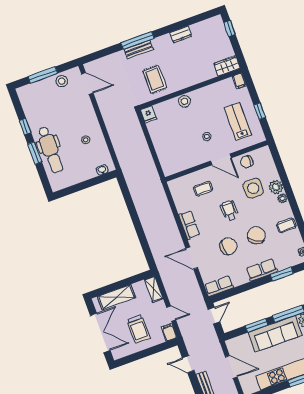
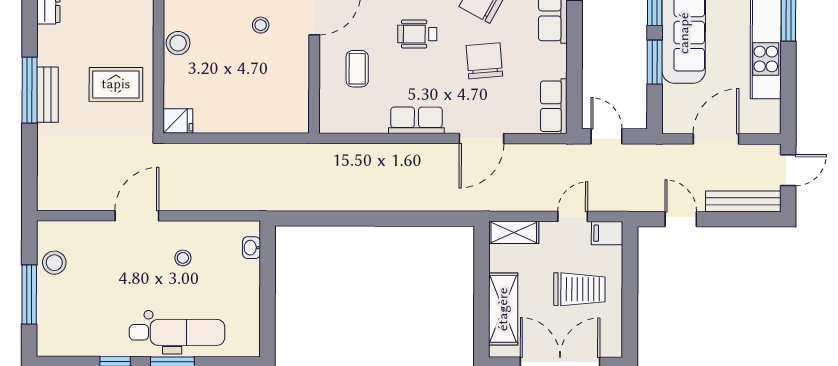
door: (87, 84) -> (137, 216), moved
door: (188, 364) -> (681, 219), swing flipped

